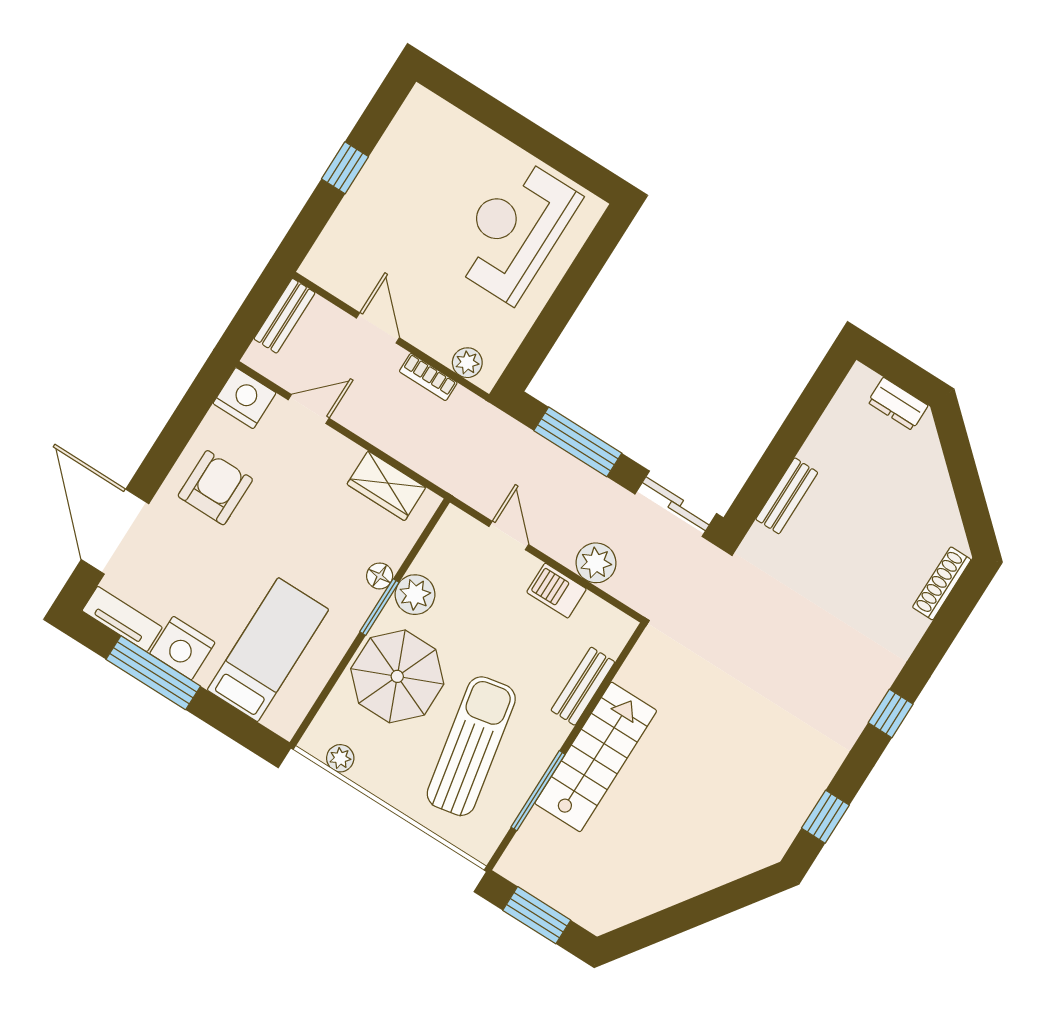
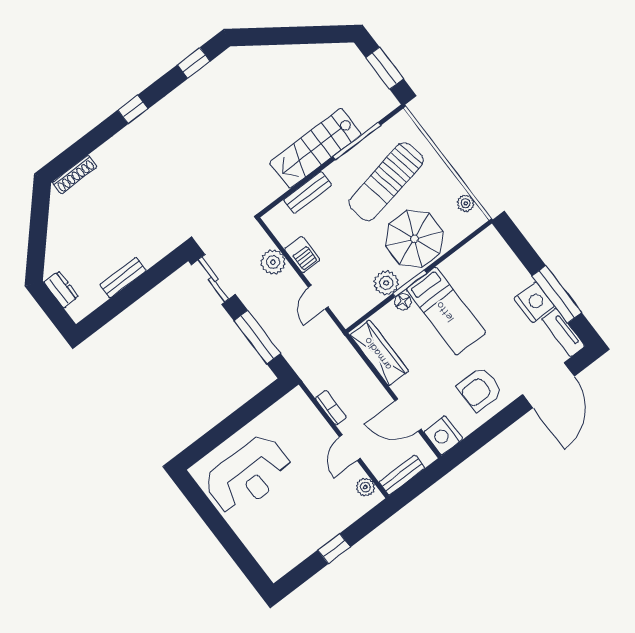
plant: (467, 363) -> (365, 487), moved
door: (309, 409) -> (408, 415), width x1.38
wardrobe: (386, 486) -> (379, 353), width x1.50
bench: (787, 496) -> (123, 278), moved
bed: (268, 650) -> (446, 311), moved, turned -90

